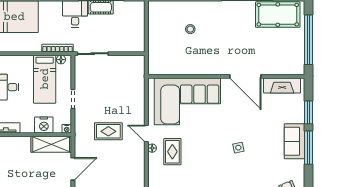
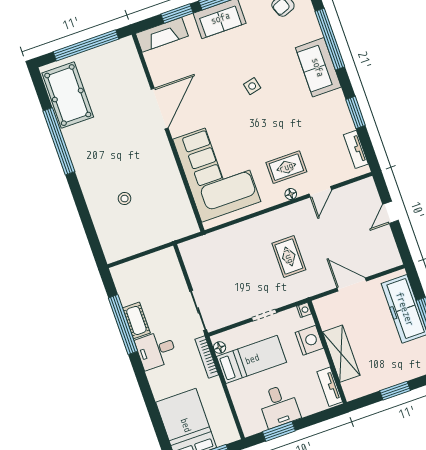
fireplace: (282, 85) -> (162, 35), moved, turned 90
door: (146, 133) -> (320, 192), moved
shelving: (51, 144) -> (341, 354), moved

